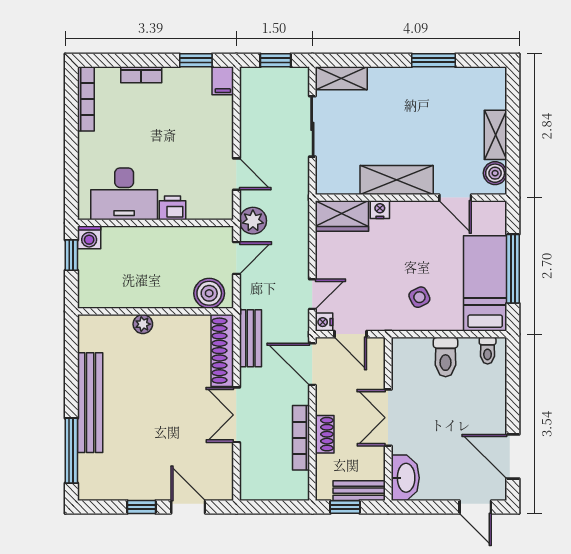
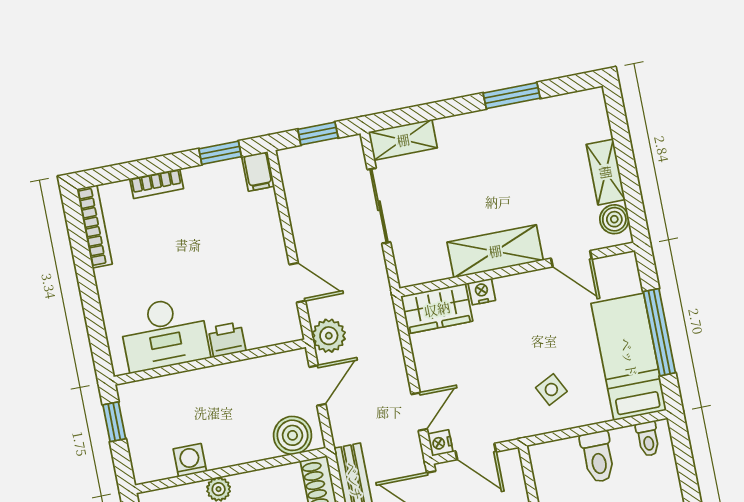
washing machine: (89, 237) -> (190, 460), moved, turned 180

